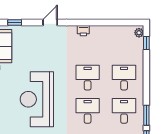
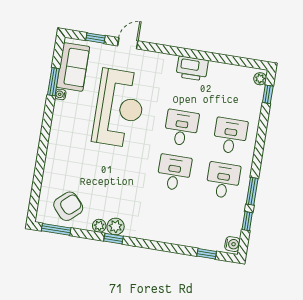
door: (50, 23) -> (128, 43), moved
printer: (83, 31) -> (192, 68), width x1.87, depth x1.48
reception desk: (37, 99) -> (119, 108), moved, turned 180

